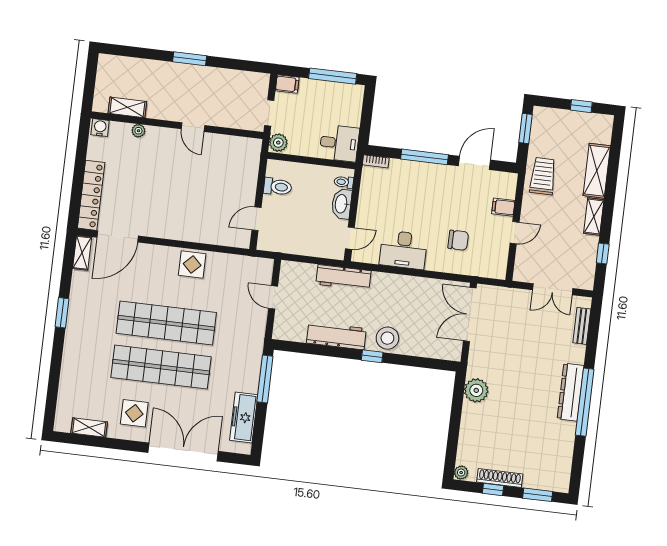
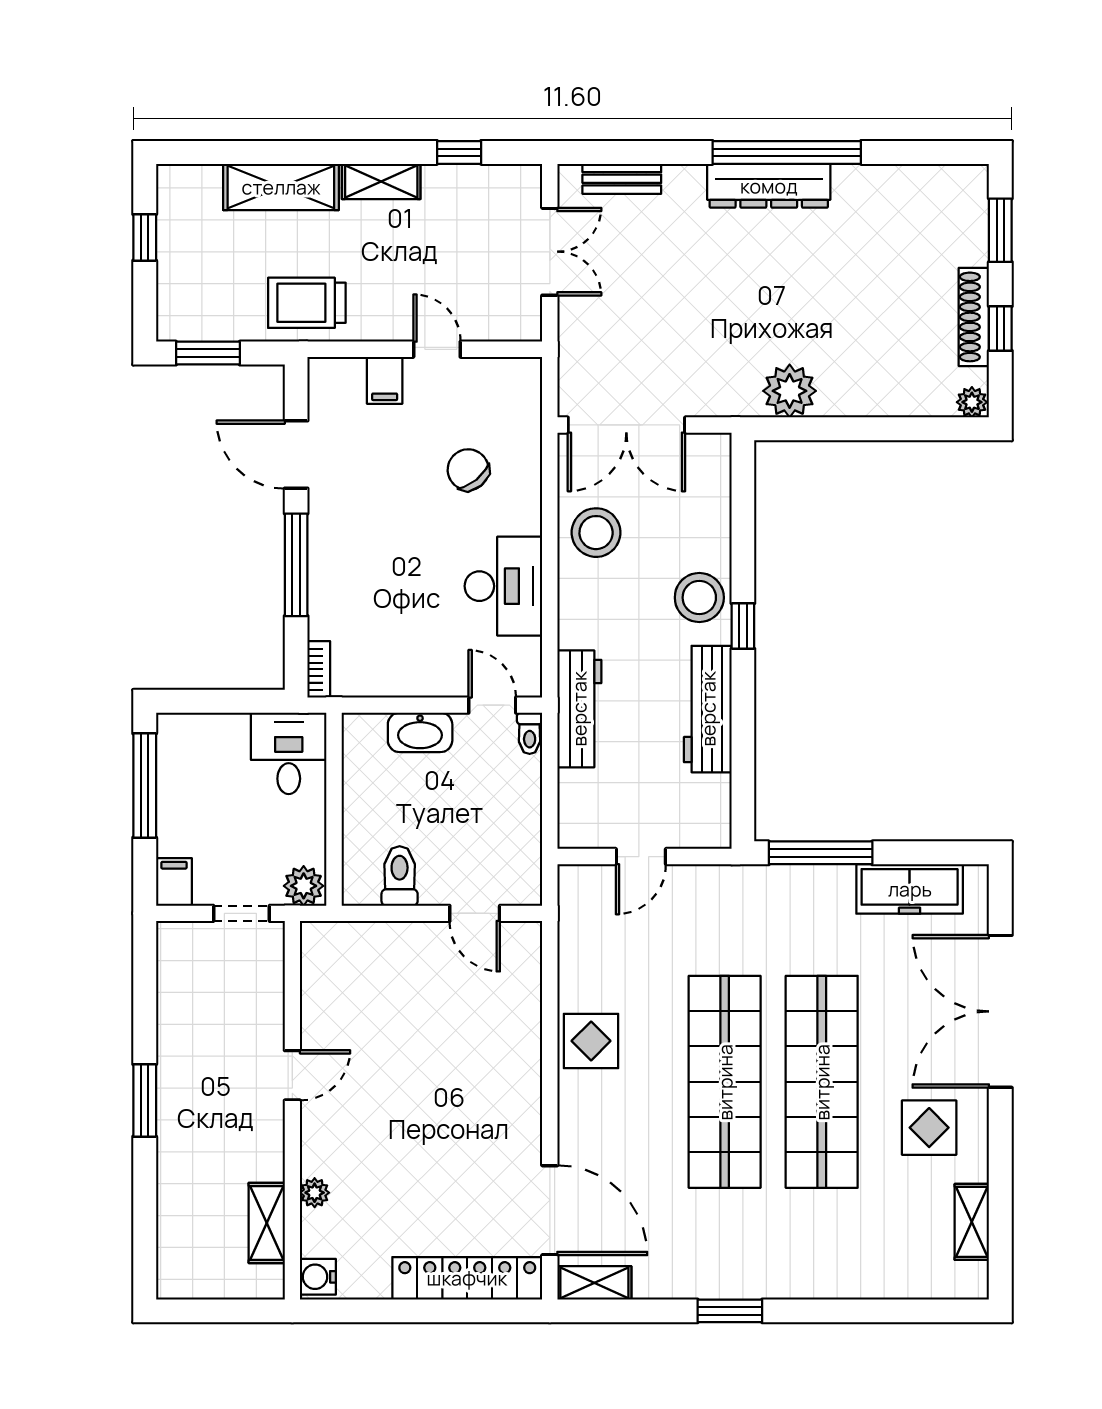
toilet: (344, 182) -> (530, 733), moved
chair: (458, 240) -> (468, 470), turned -39
stool: (423, 295) -> (596, 533), added

